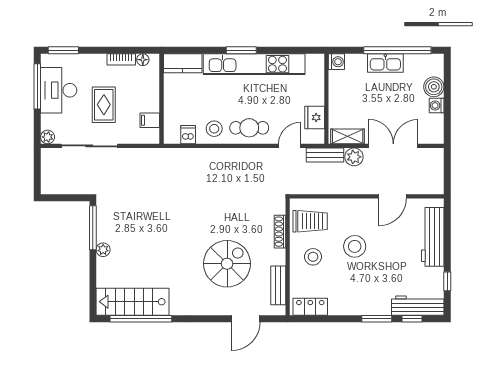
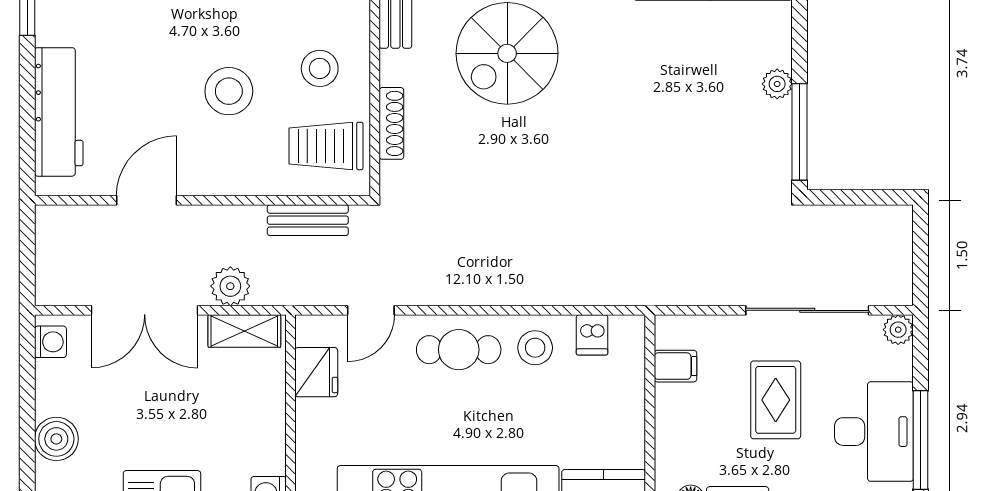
washing machine: (437, 105) -> (50, 342), moved
bench: (325, 155) -> (308, 220), moved

